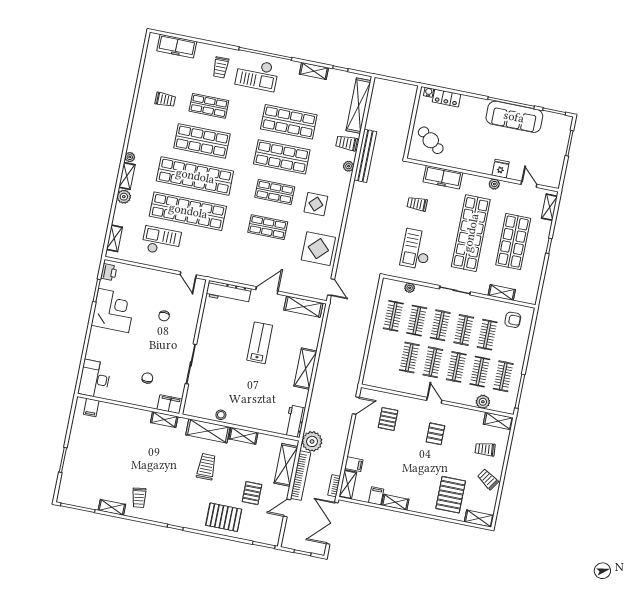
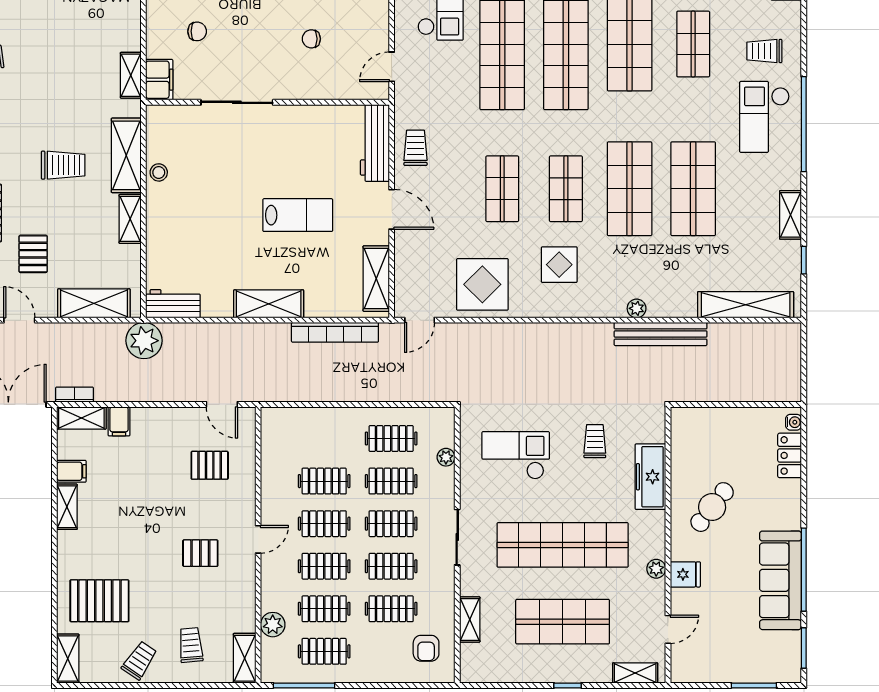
cafe table: (431, 140) -> (712, 507), moved
trolley: (347, 143) -> (415, 148), moved
bookcase: (300, 476) -> (335, 332), moved
pallet: (252, 493) -> (33, 254), turned 90

